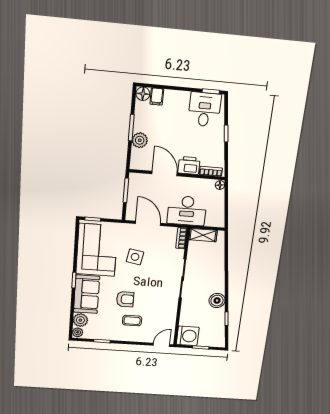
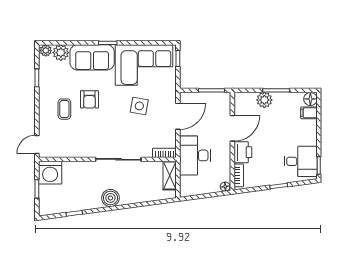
boiler: (217, 301) -> (110, 198), moved
door: (161, 345) -> (37, 144), swing flipped

